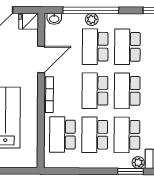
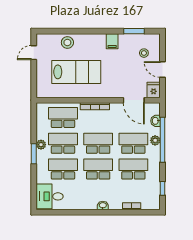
washbasin: (54, 19) -> (156, 121), moved
door: (41, 59) -> (134, 100), moved
plant: (138, 162) -> (41, 145), moved
window: (130, 171) -> (34, 154), moved

